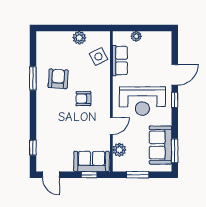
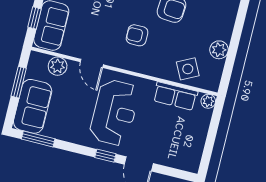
plant: (136, 36) -> (208, 101), moved
armchair: (83, 99) -> (137, 35), turned -90
reception desk: (142, 101) -> (114, 113), turned 180
sofa: (160, 145) -> (33, 106), moved, turned 90

